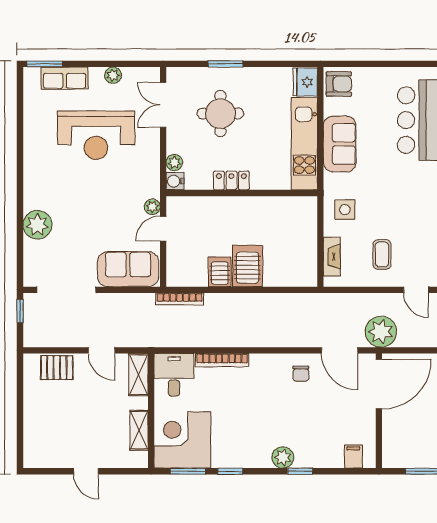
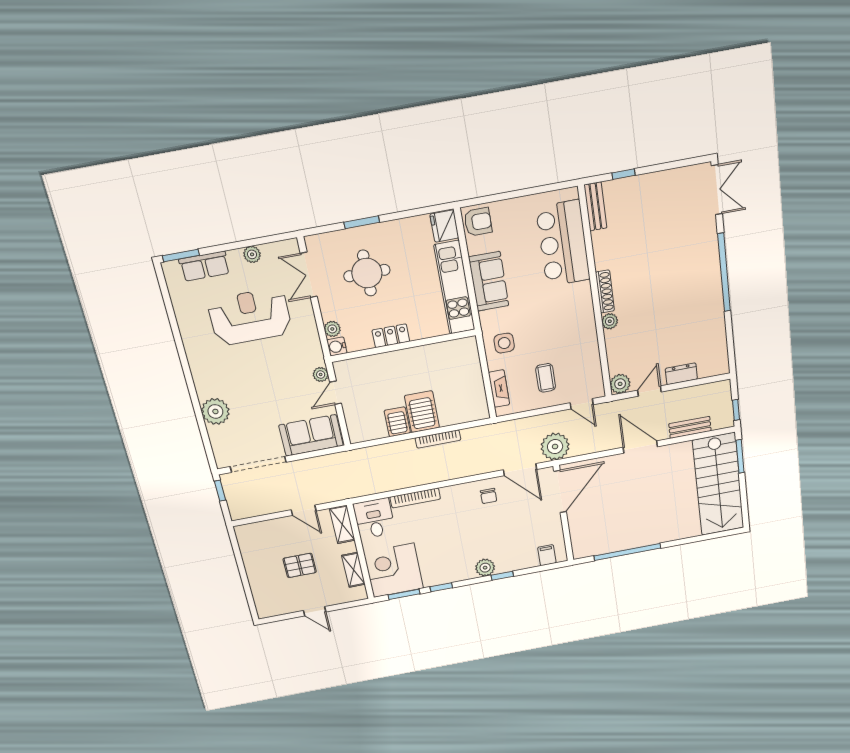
reception desk: (96, 135) -> (250, 317), turned 180
bookcase: (180, 299) -> (438, 439), moved
pallet: (57, 368) -> (300, 565), moved

